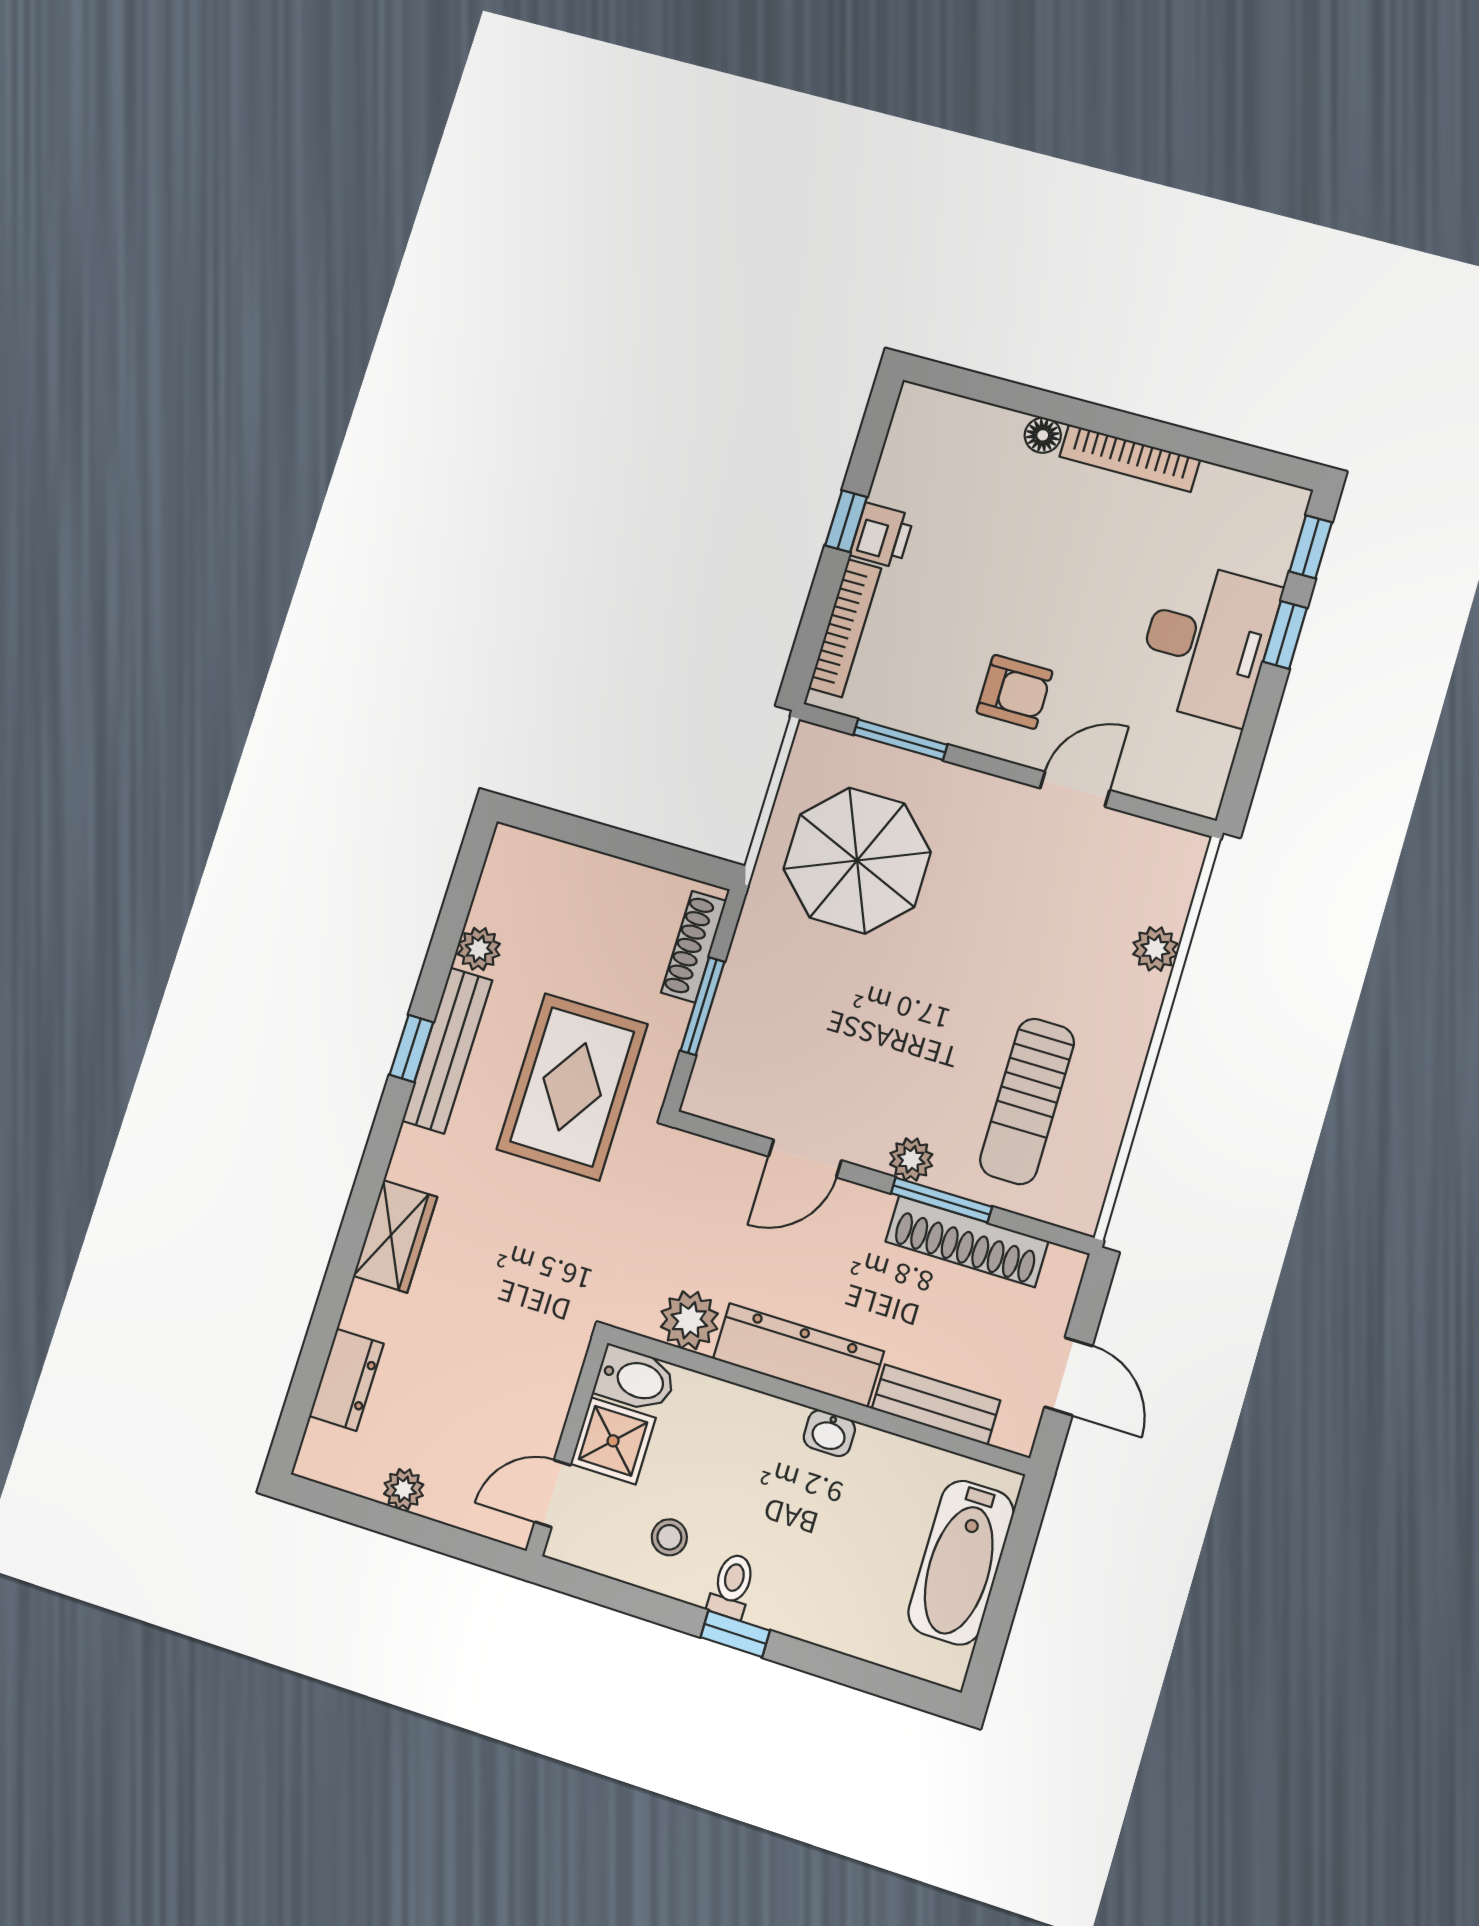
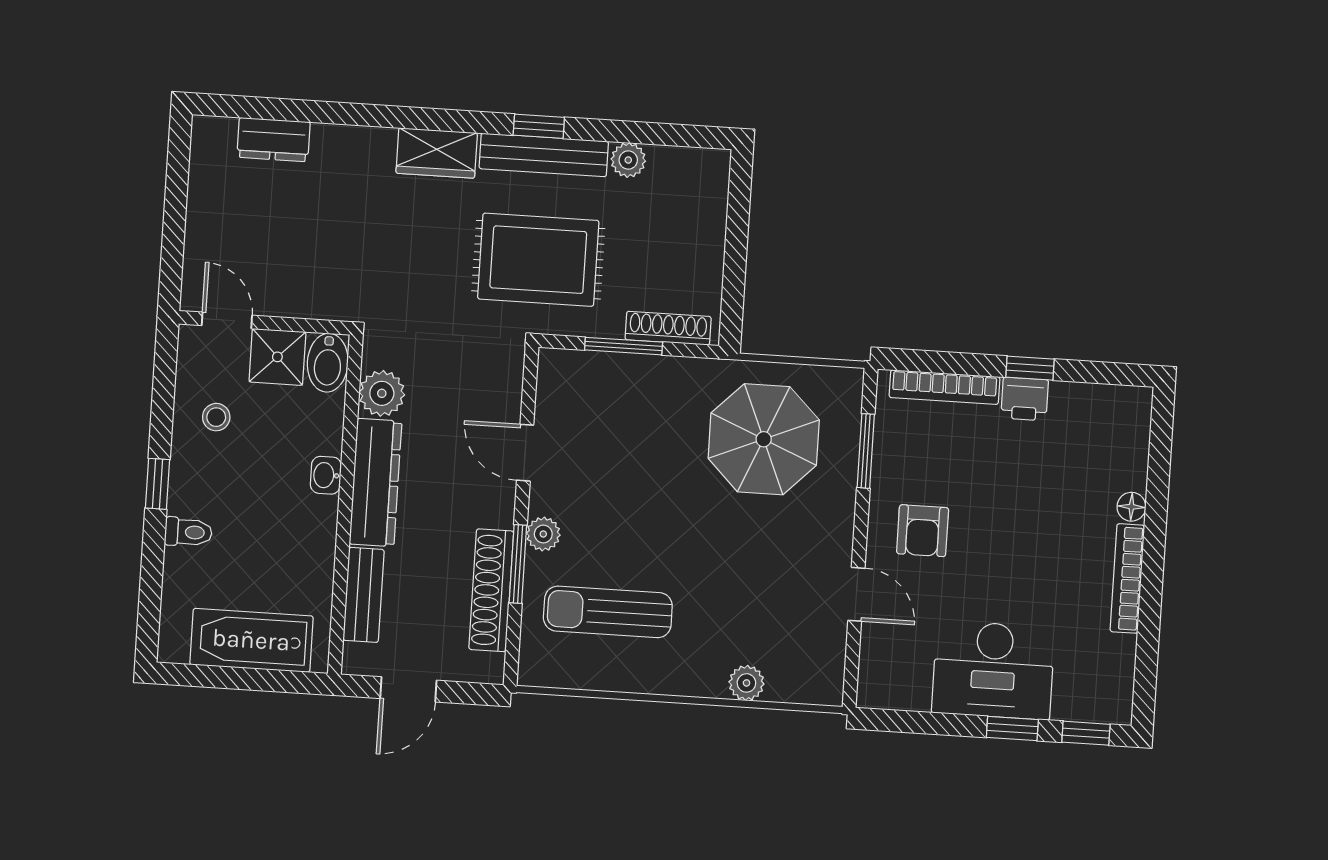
wardrobe: (395, 1236) -> (437, 153), moved
washbasin: (829, 1433) -> (326, 475), moved
plant: (404, 1489) -> (202, 205), removed
toilet: (732, 1586) -> (188, 532), moved

